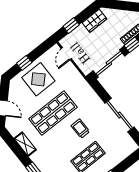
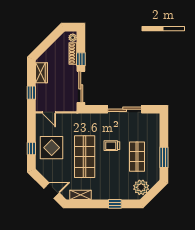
shelving: (25, 144) -> (80, 195), moved

